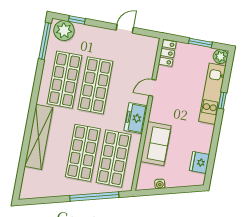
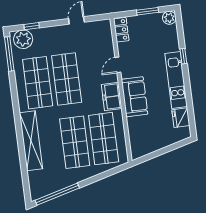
kitchen unit: (212, 94) -> (176, 80), moved
sofa: (156, 144) -> (135, 97), moved
water cooler: (160, 184) -> (152, 148), removed
window: (94, 196) -> (57, 194), moved

